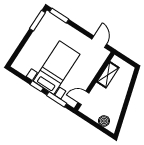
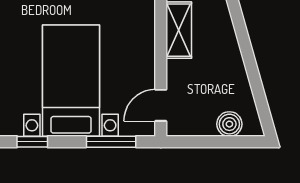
window: (37, 86) -> (32, 142), moved

